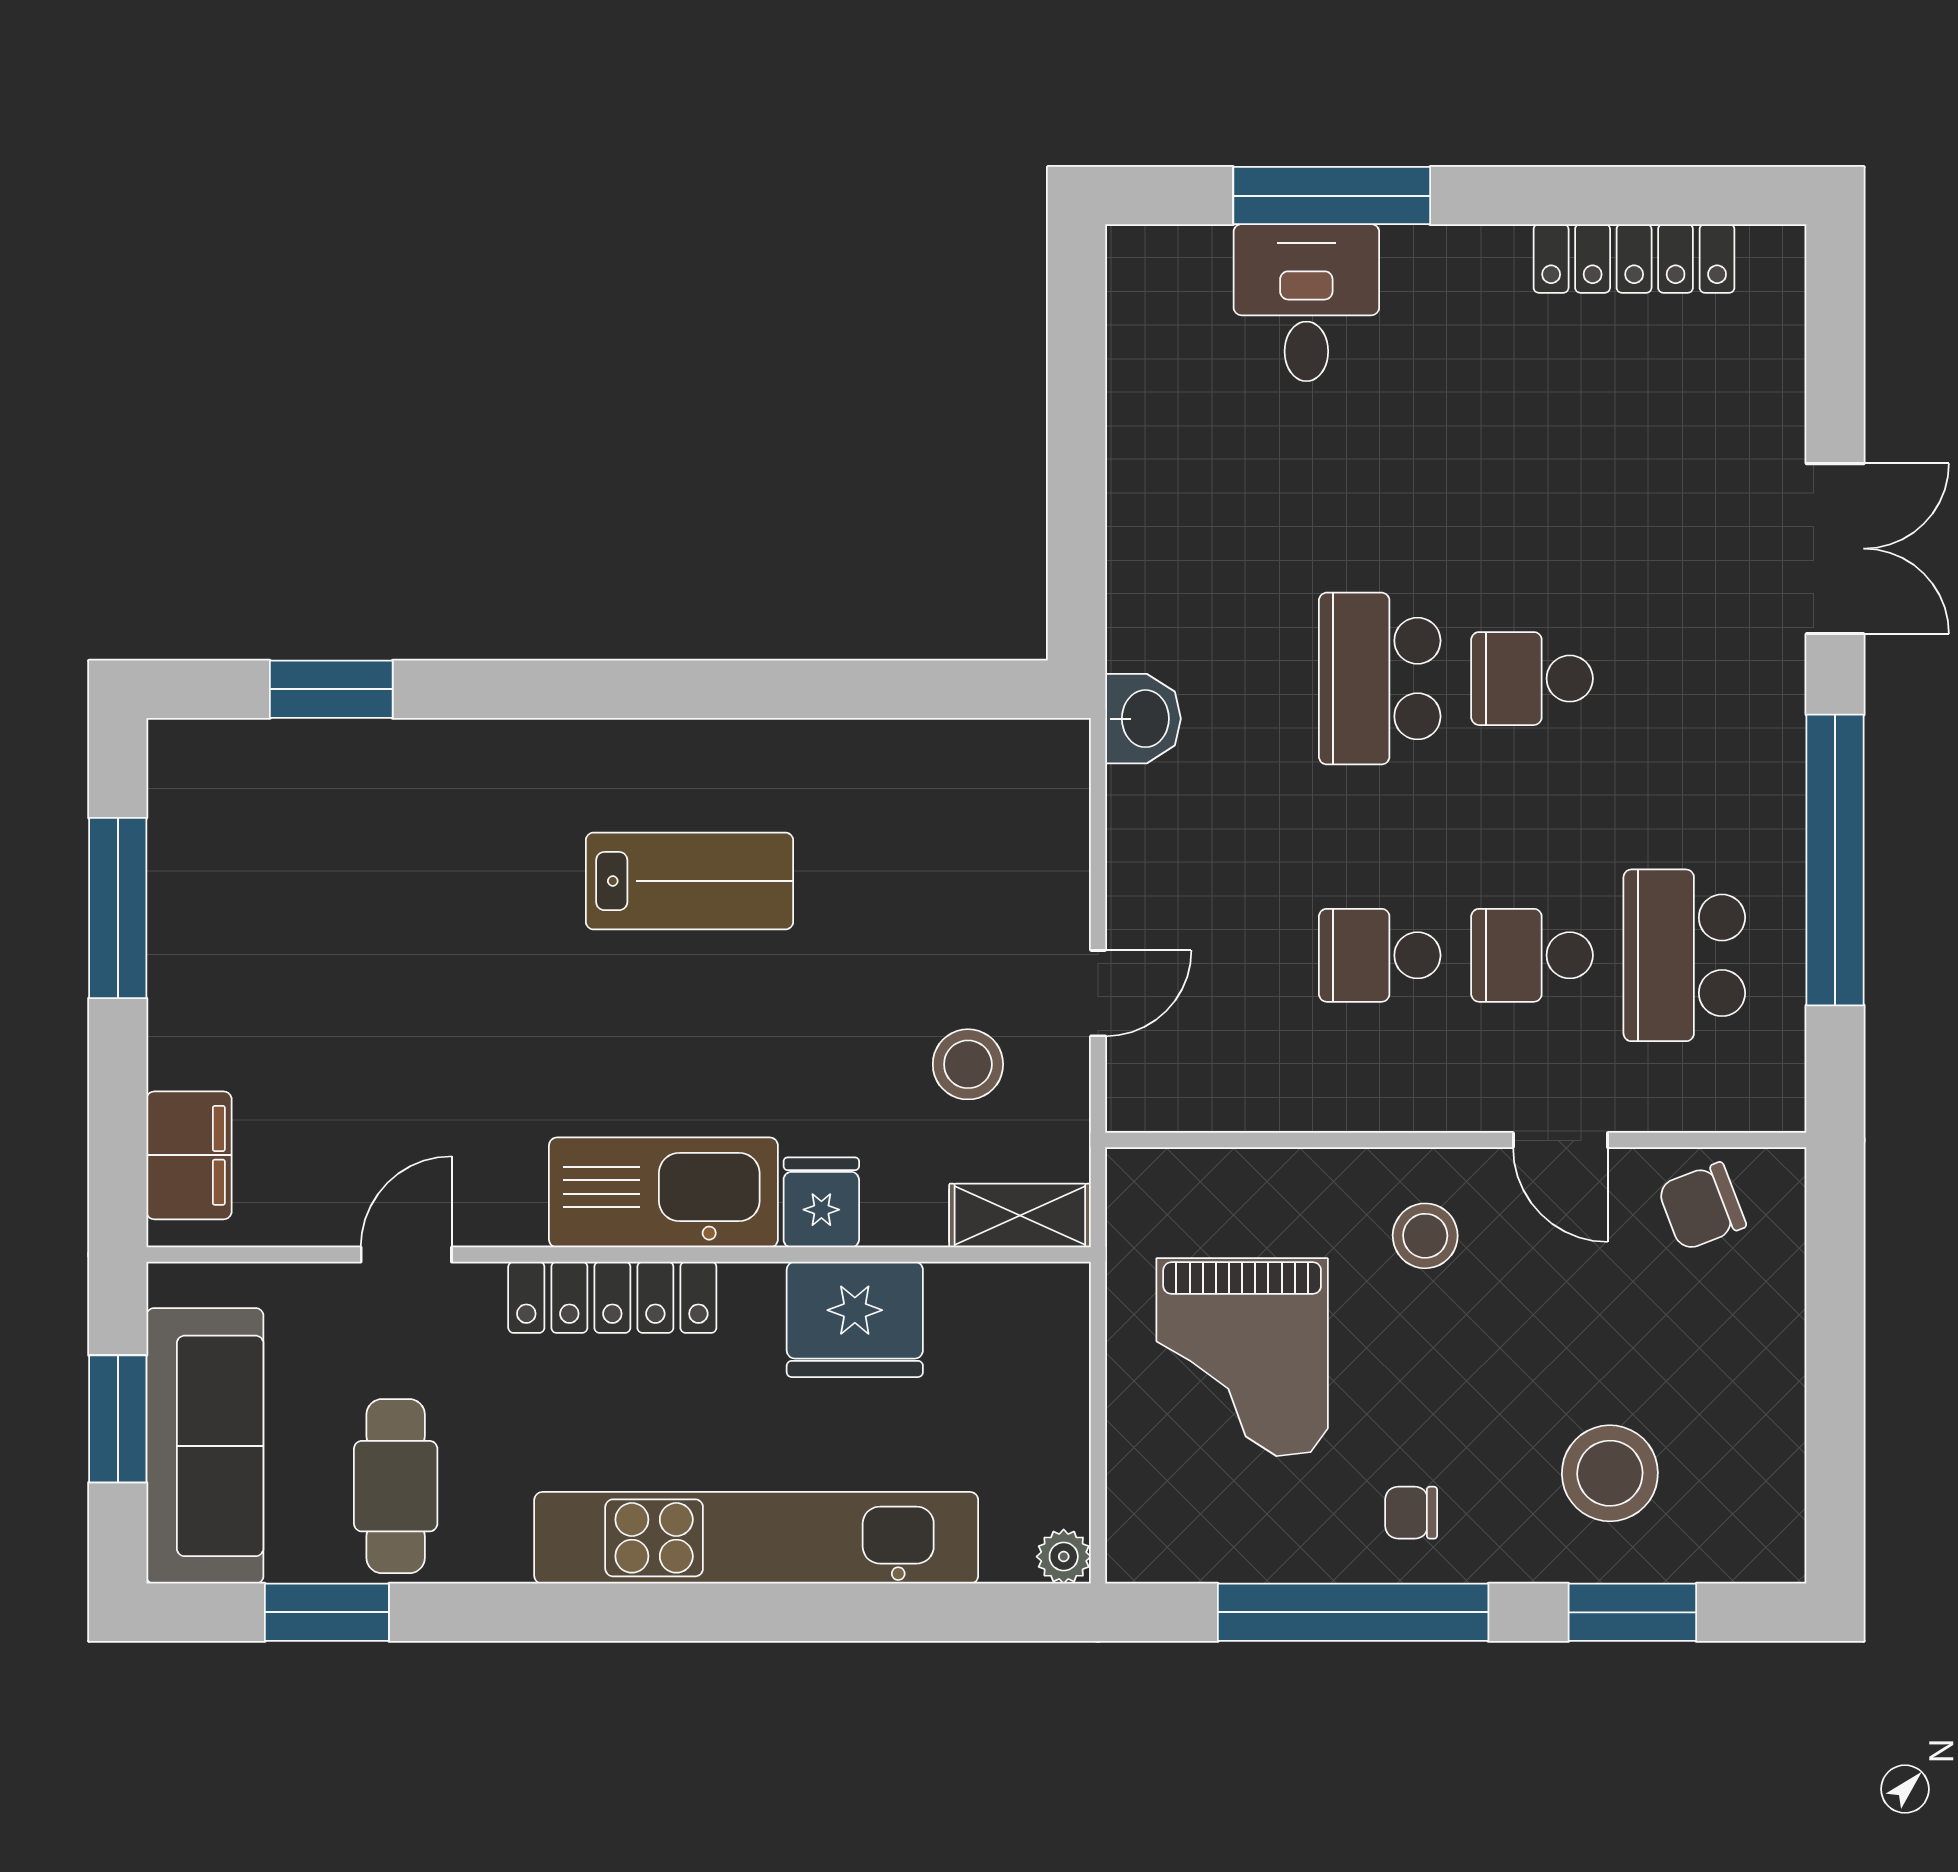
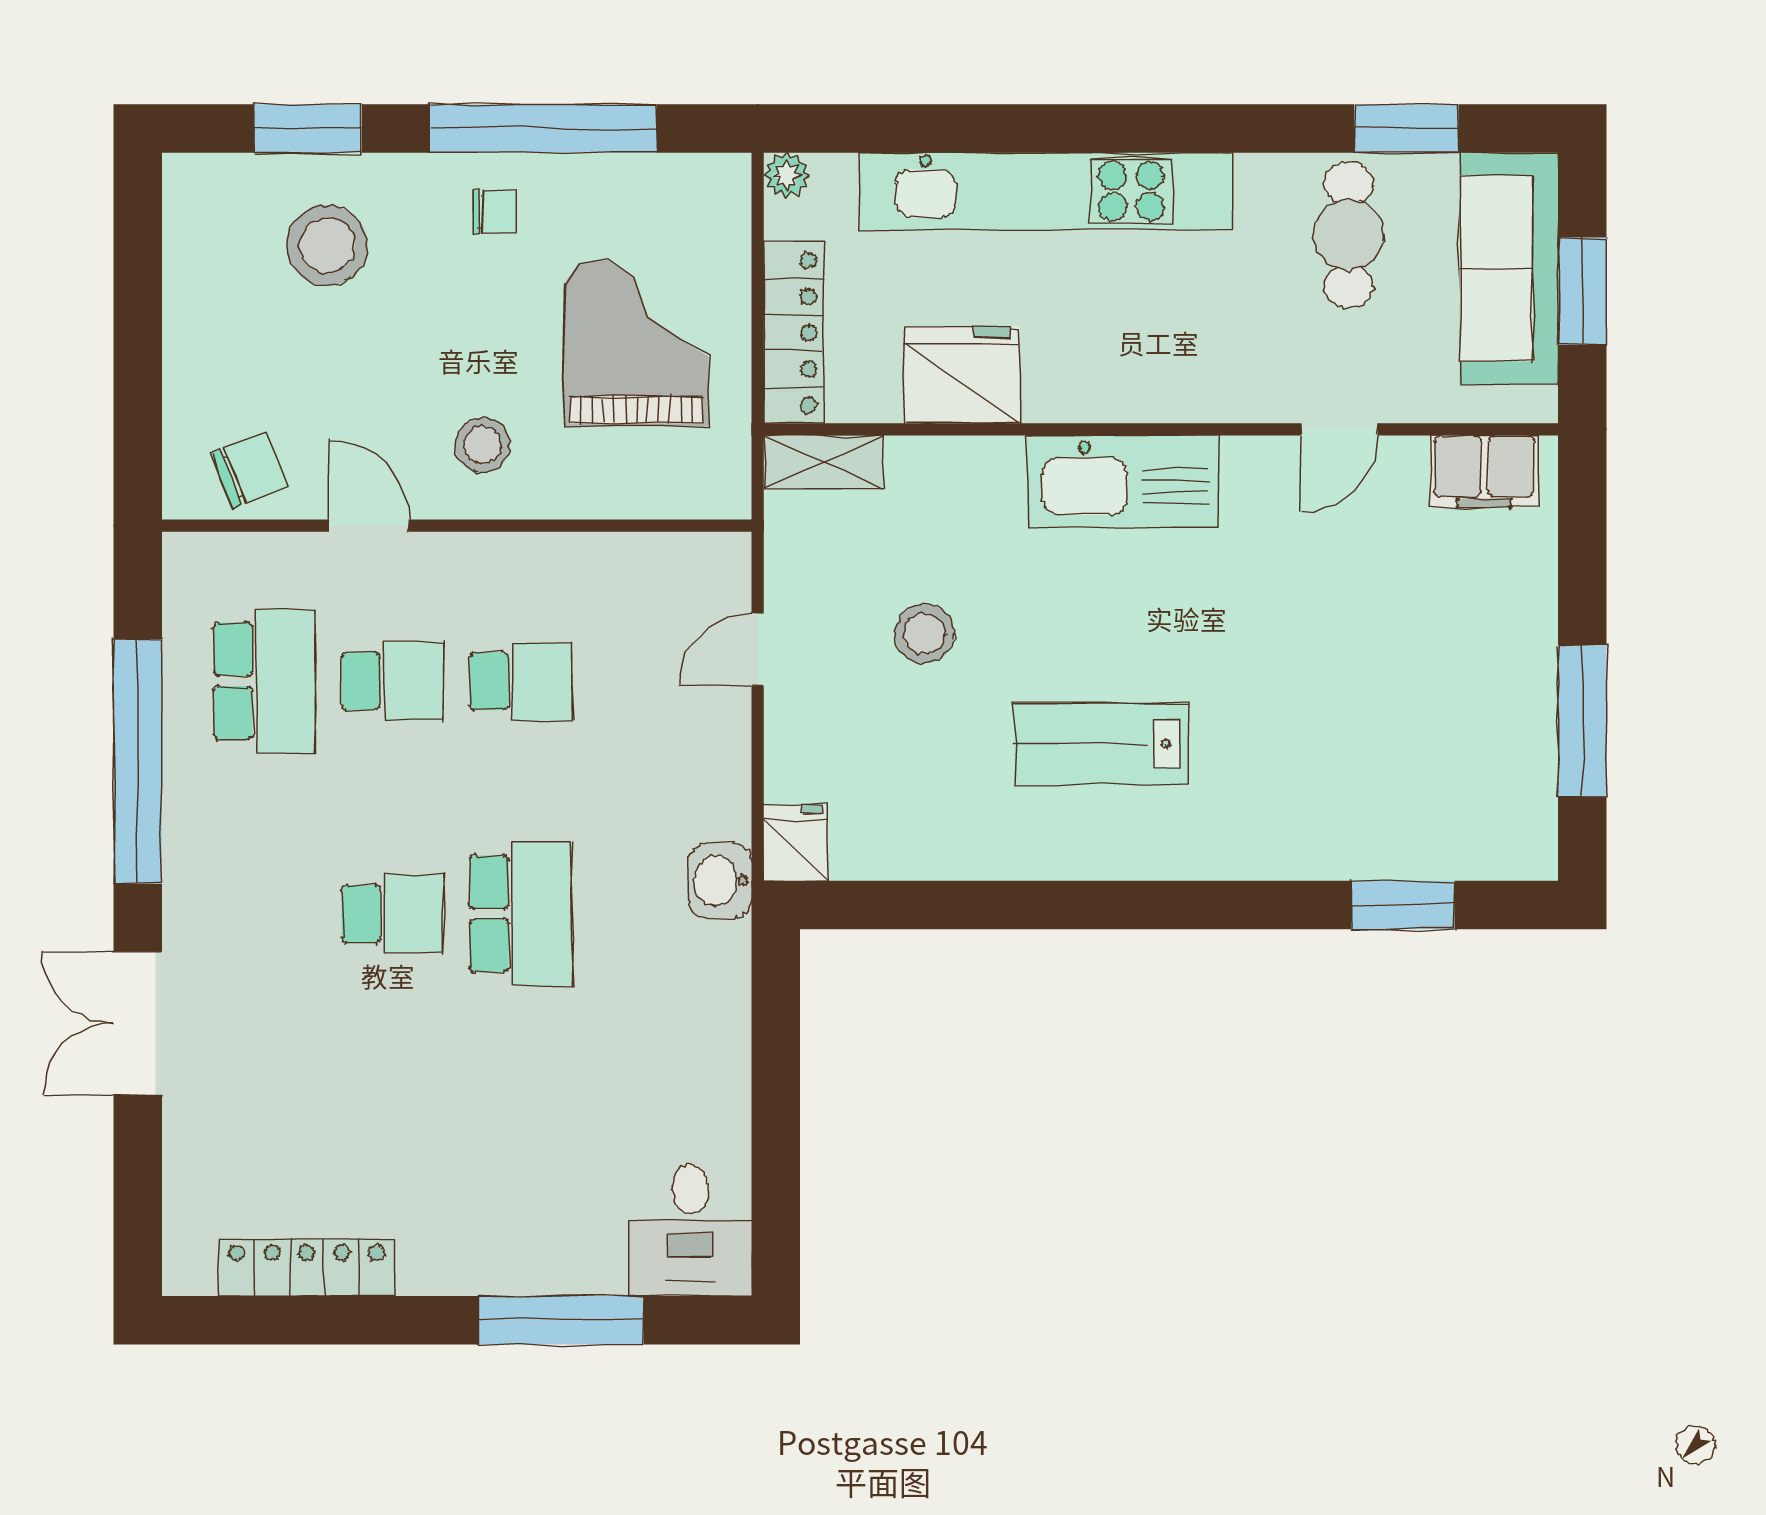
desk: (1306, 303) -> (690, 1230), moved
stool: (968, 1064) -> (925, 634), moved
filing cabinet: (189, 1155) -> (1484, 471), moved, turned -90
fridge: (821, 1202) -> (795, 843), moved, turned 180
locker: (612, 1297) -> (794, 333), moved, turned 90

